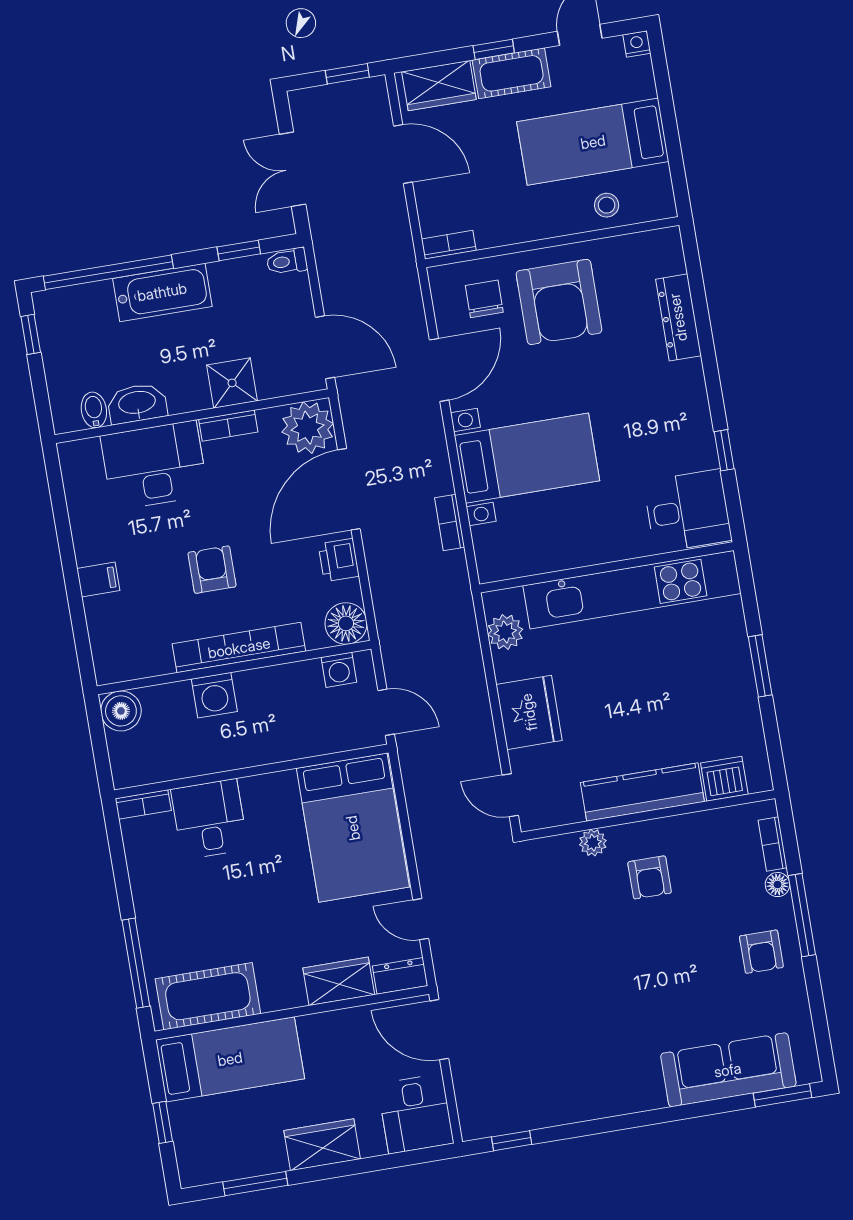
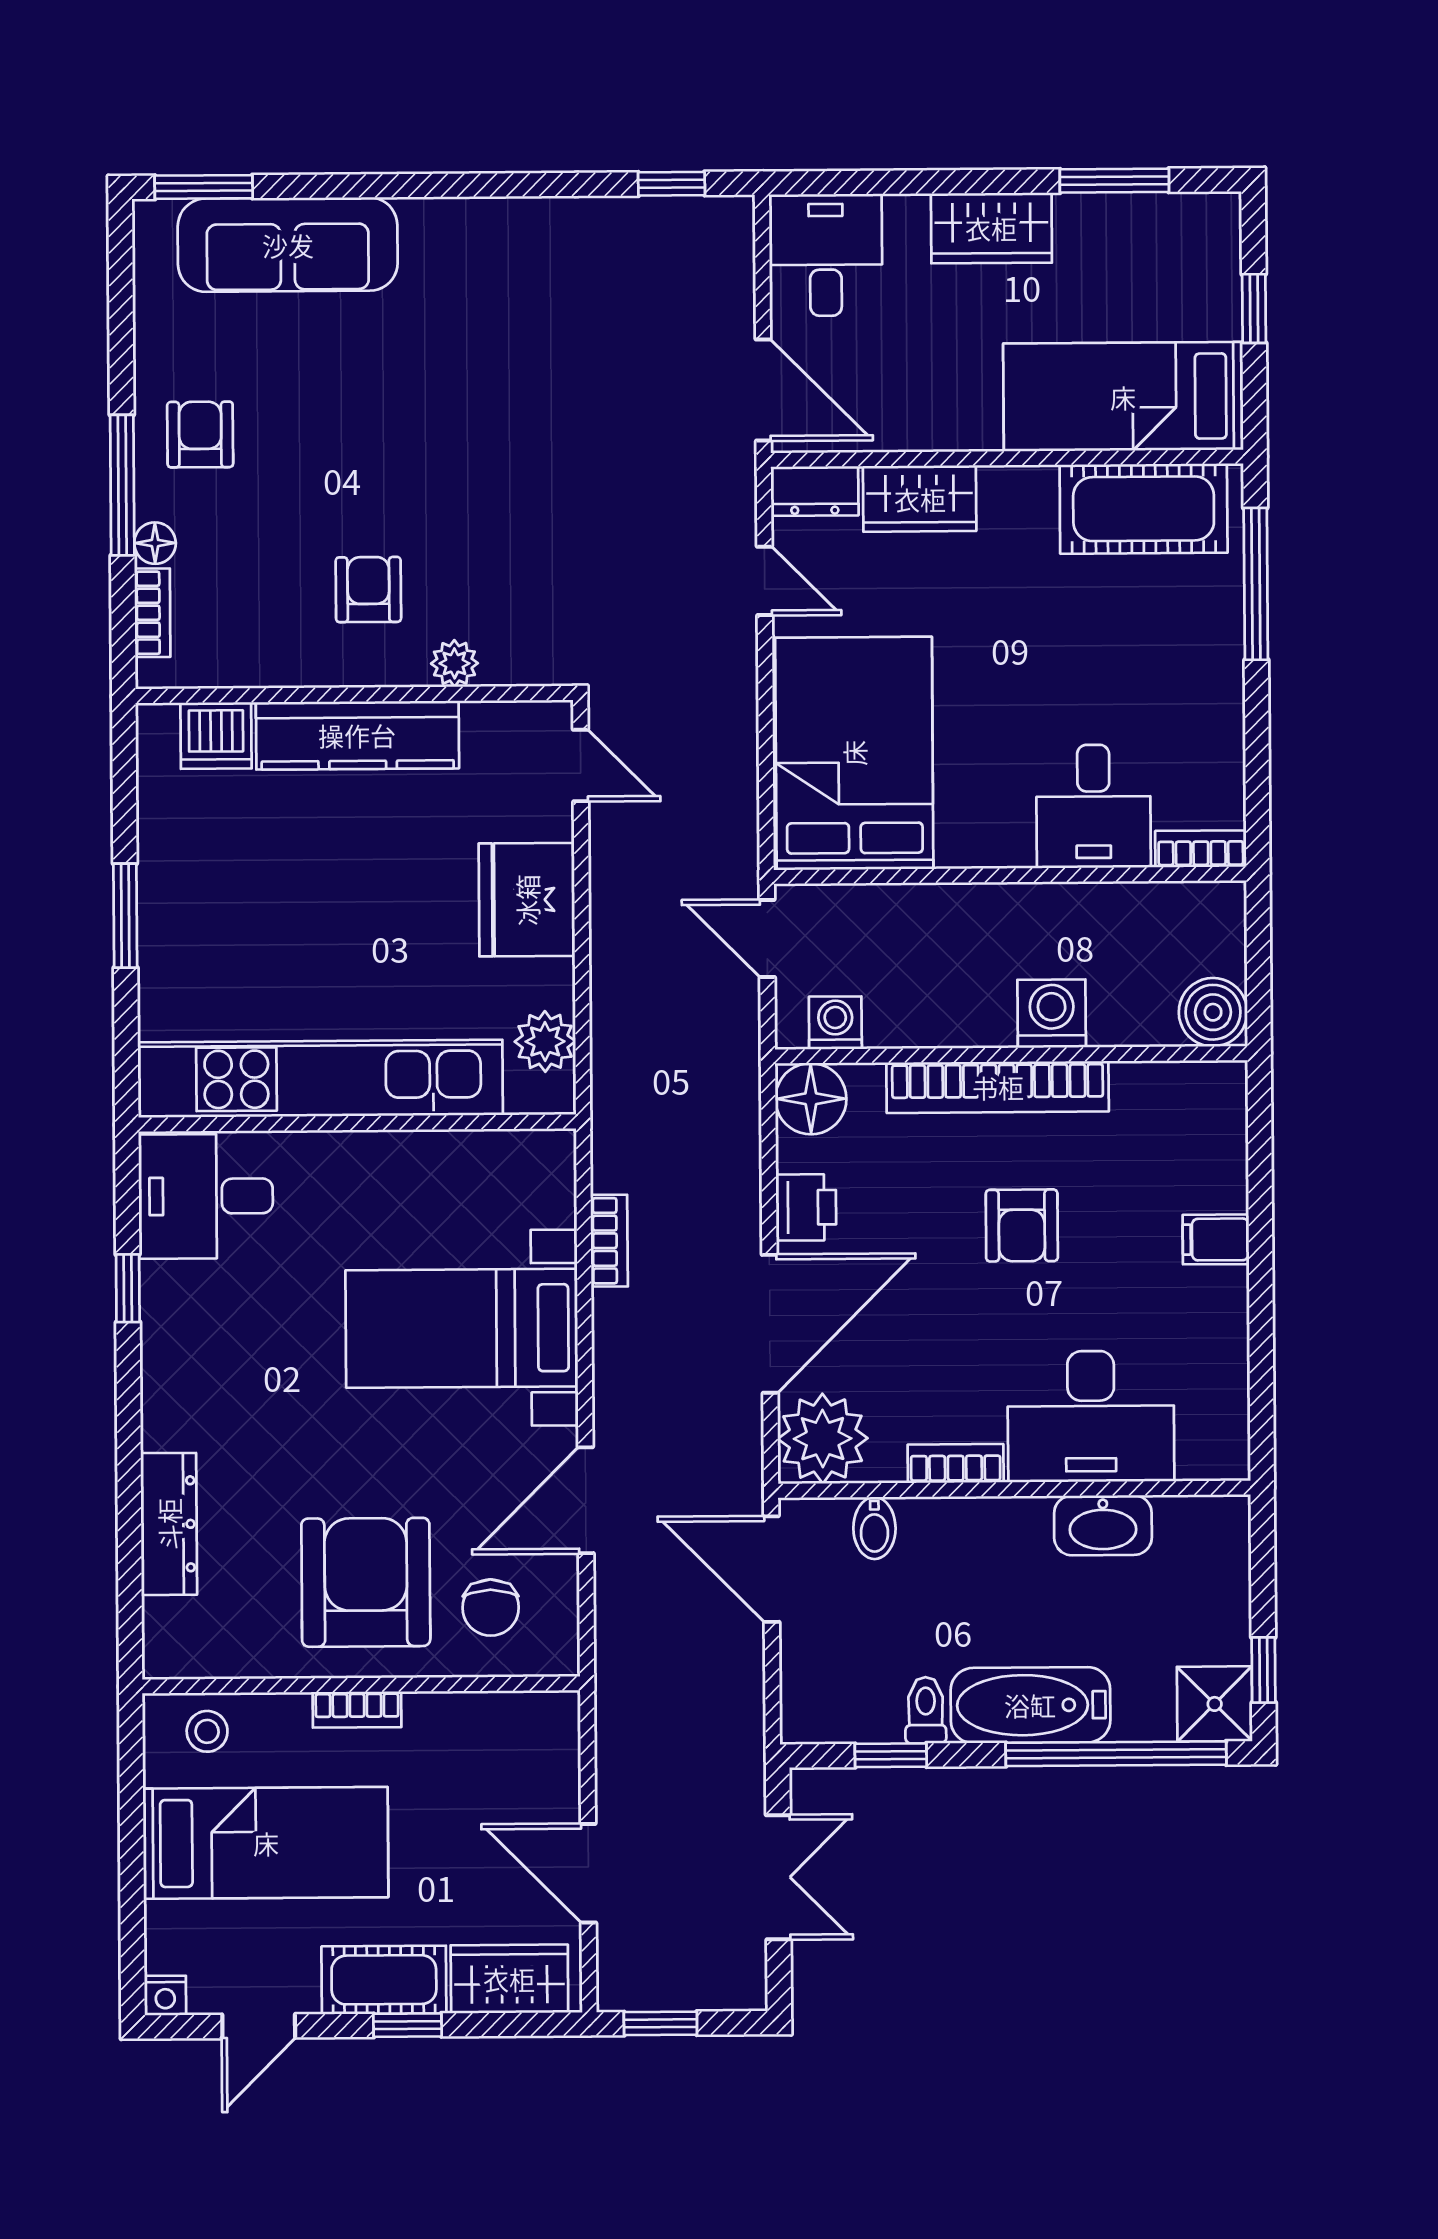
stool: (607, 205) -> (207, 1731), moved
bookcase: (449, 245) -> (357, 1710), moved
toilet: (287, 261) -> (926, 1710), moved, turned -90
shower: (232, 383) -> (1215, 1704), moved
bidet: (94, 410) -> (874, 1528), moved

